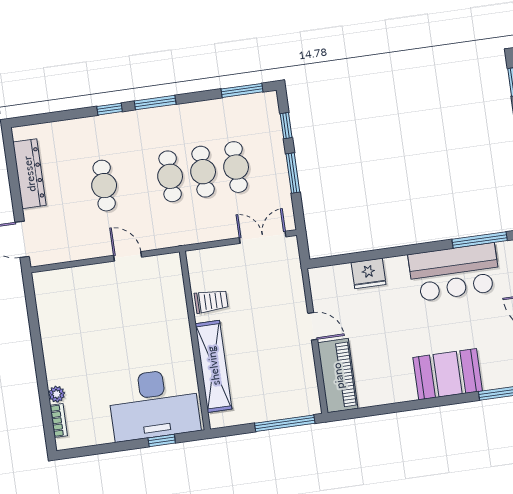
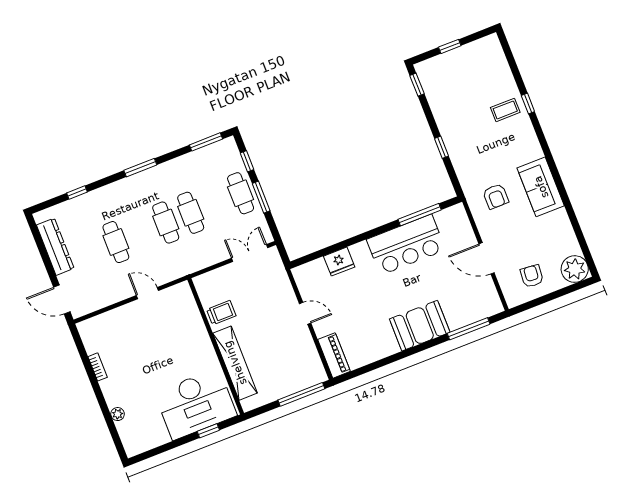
window: (110, 109) -> (77, 193), moved
cafe table: (236, 167) -> (241, 193), moved
piano: (338, 376) -> (334, 355), width x0.73, depth x0.75
bookcase: (59, 420) -> (98, 367), moved

